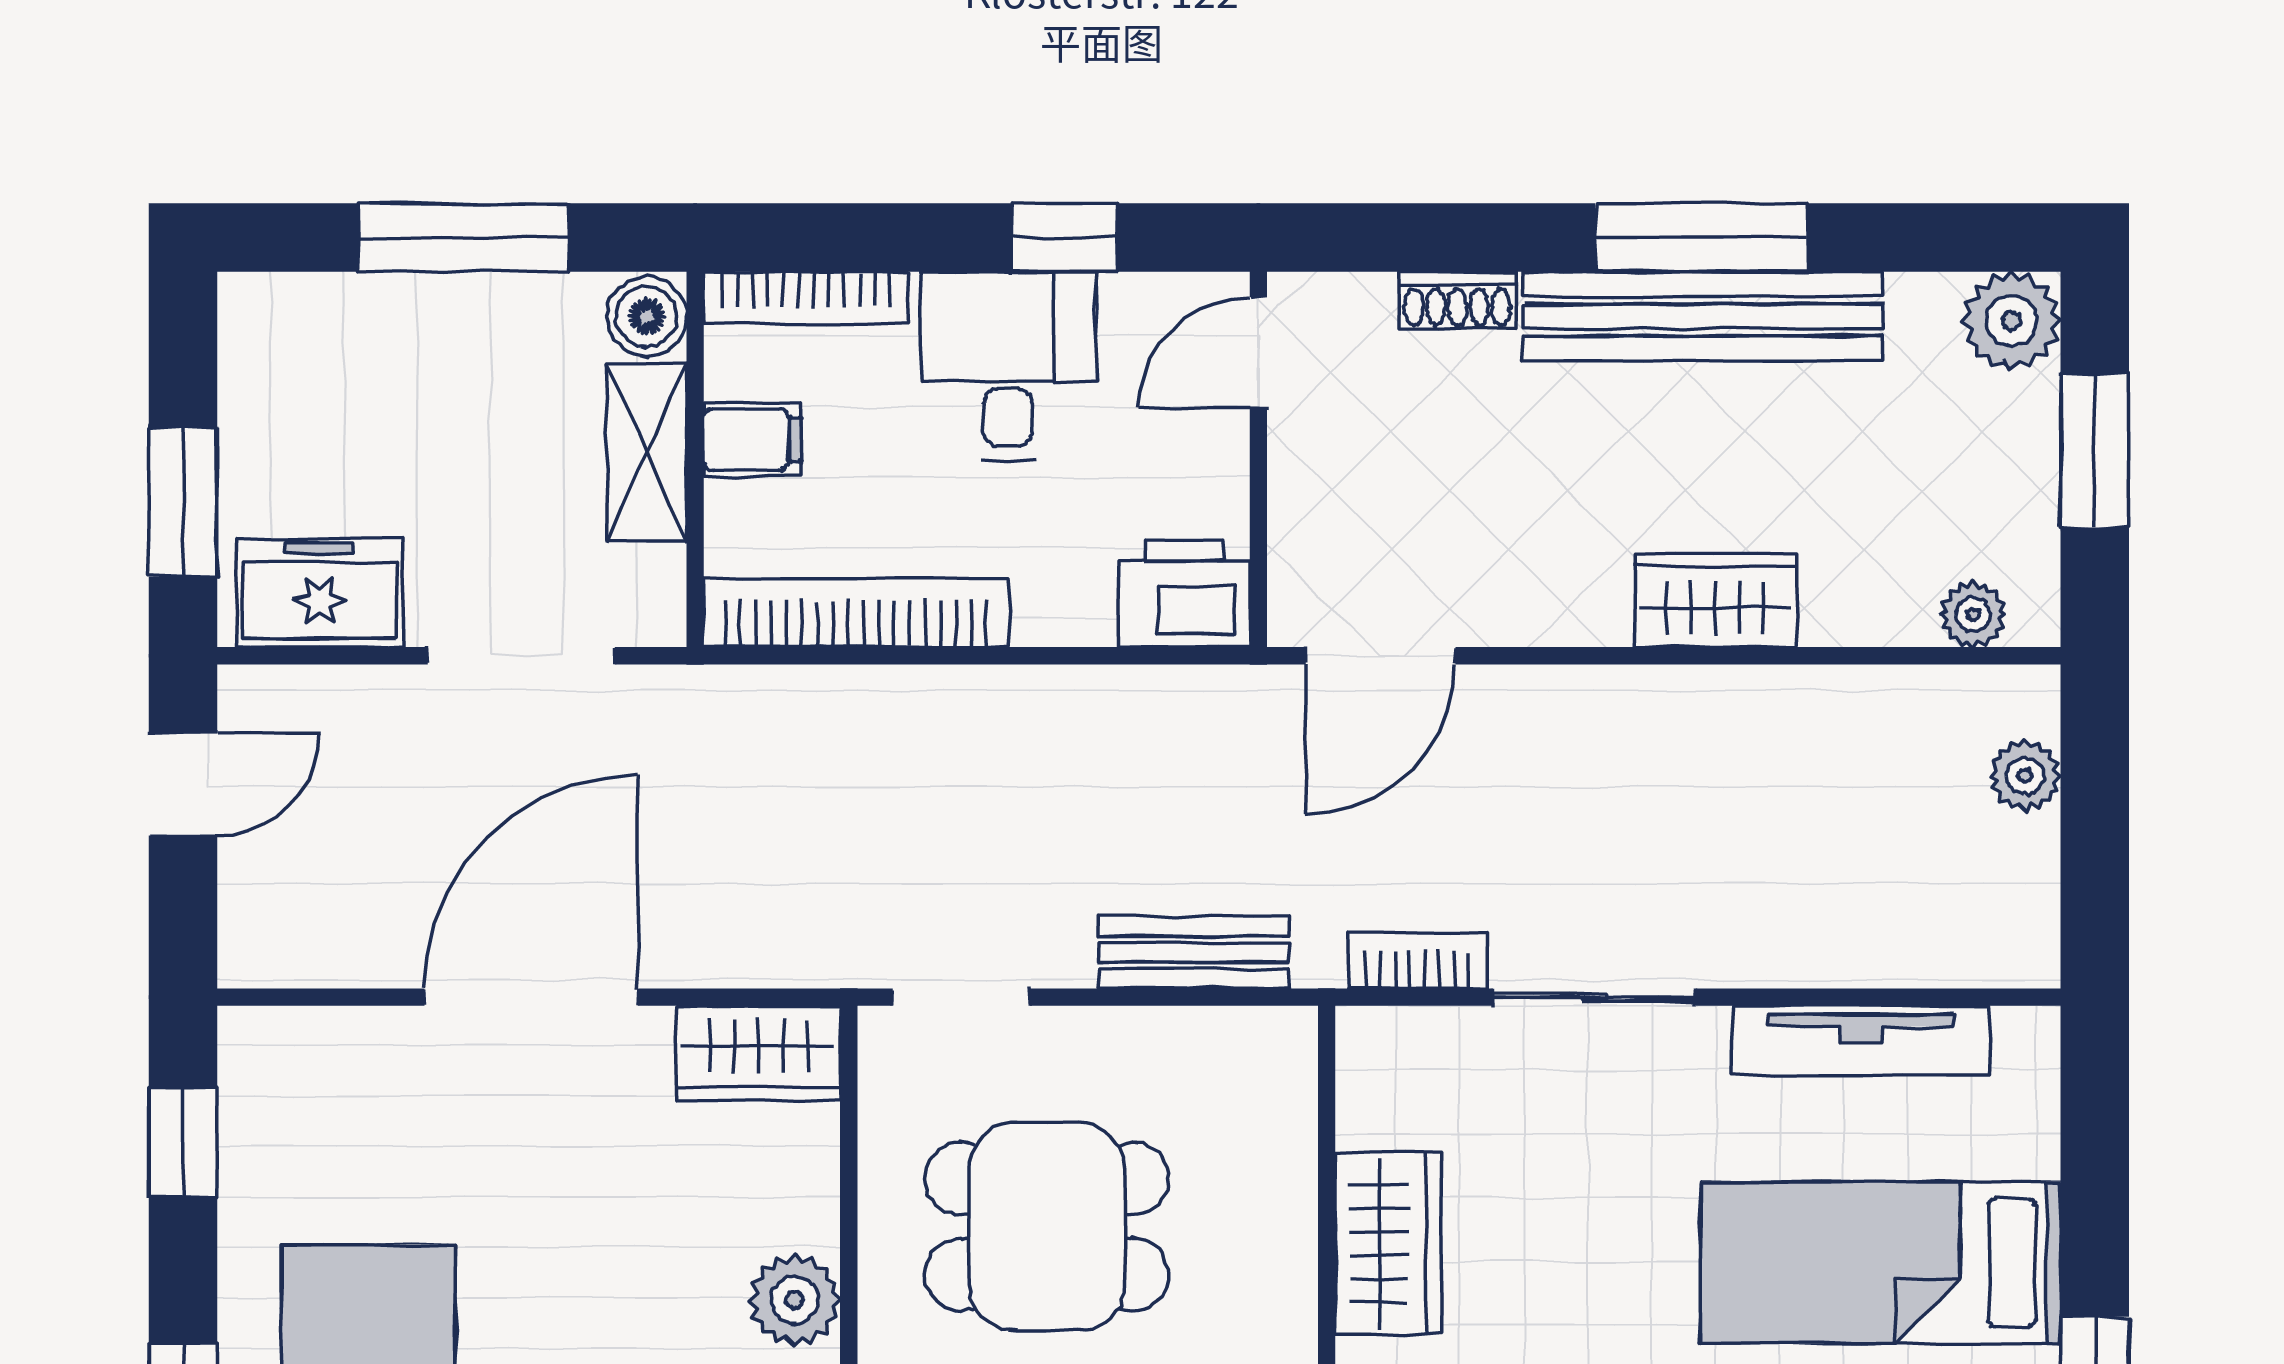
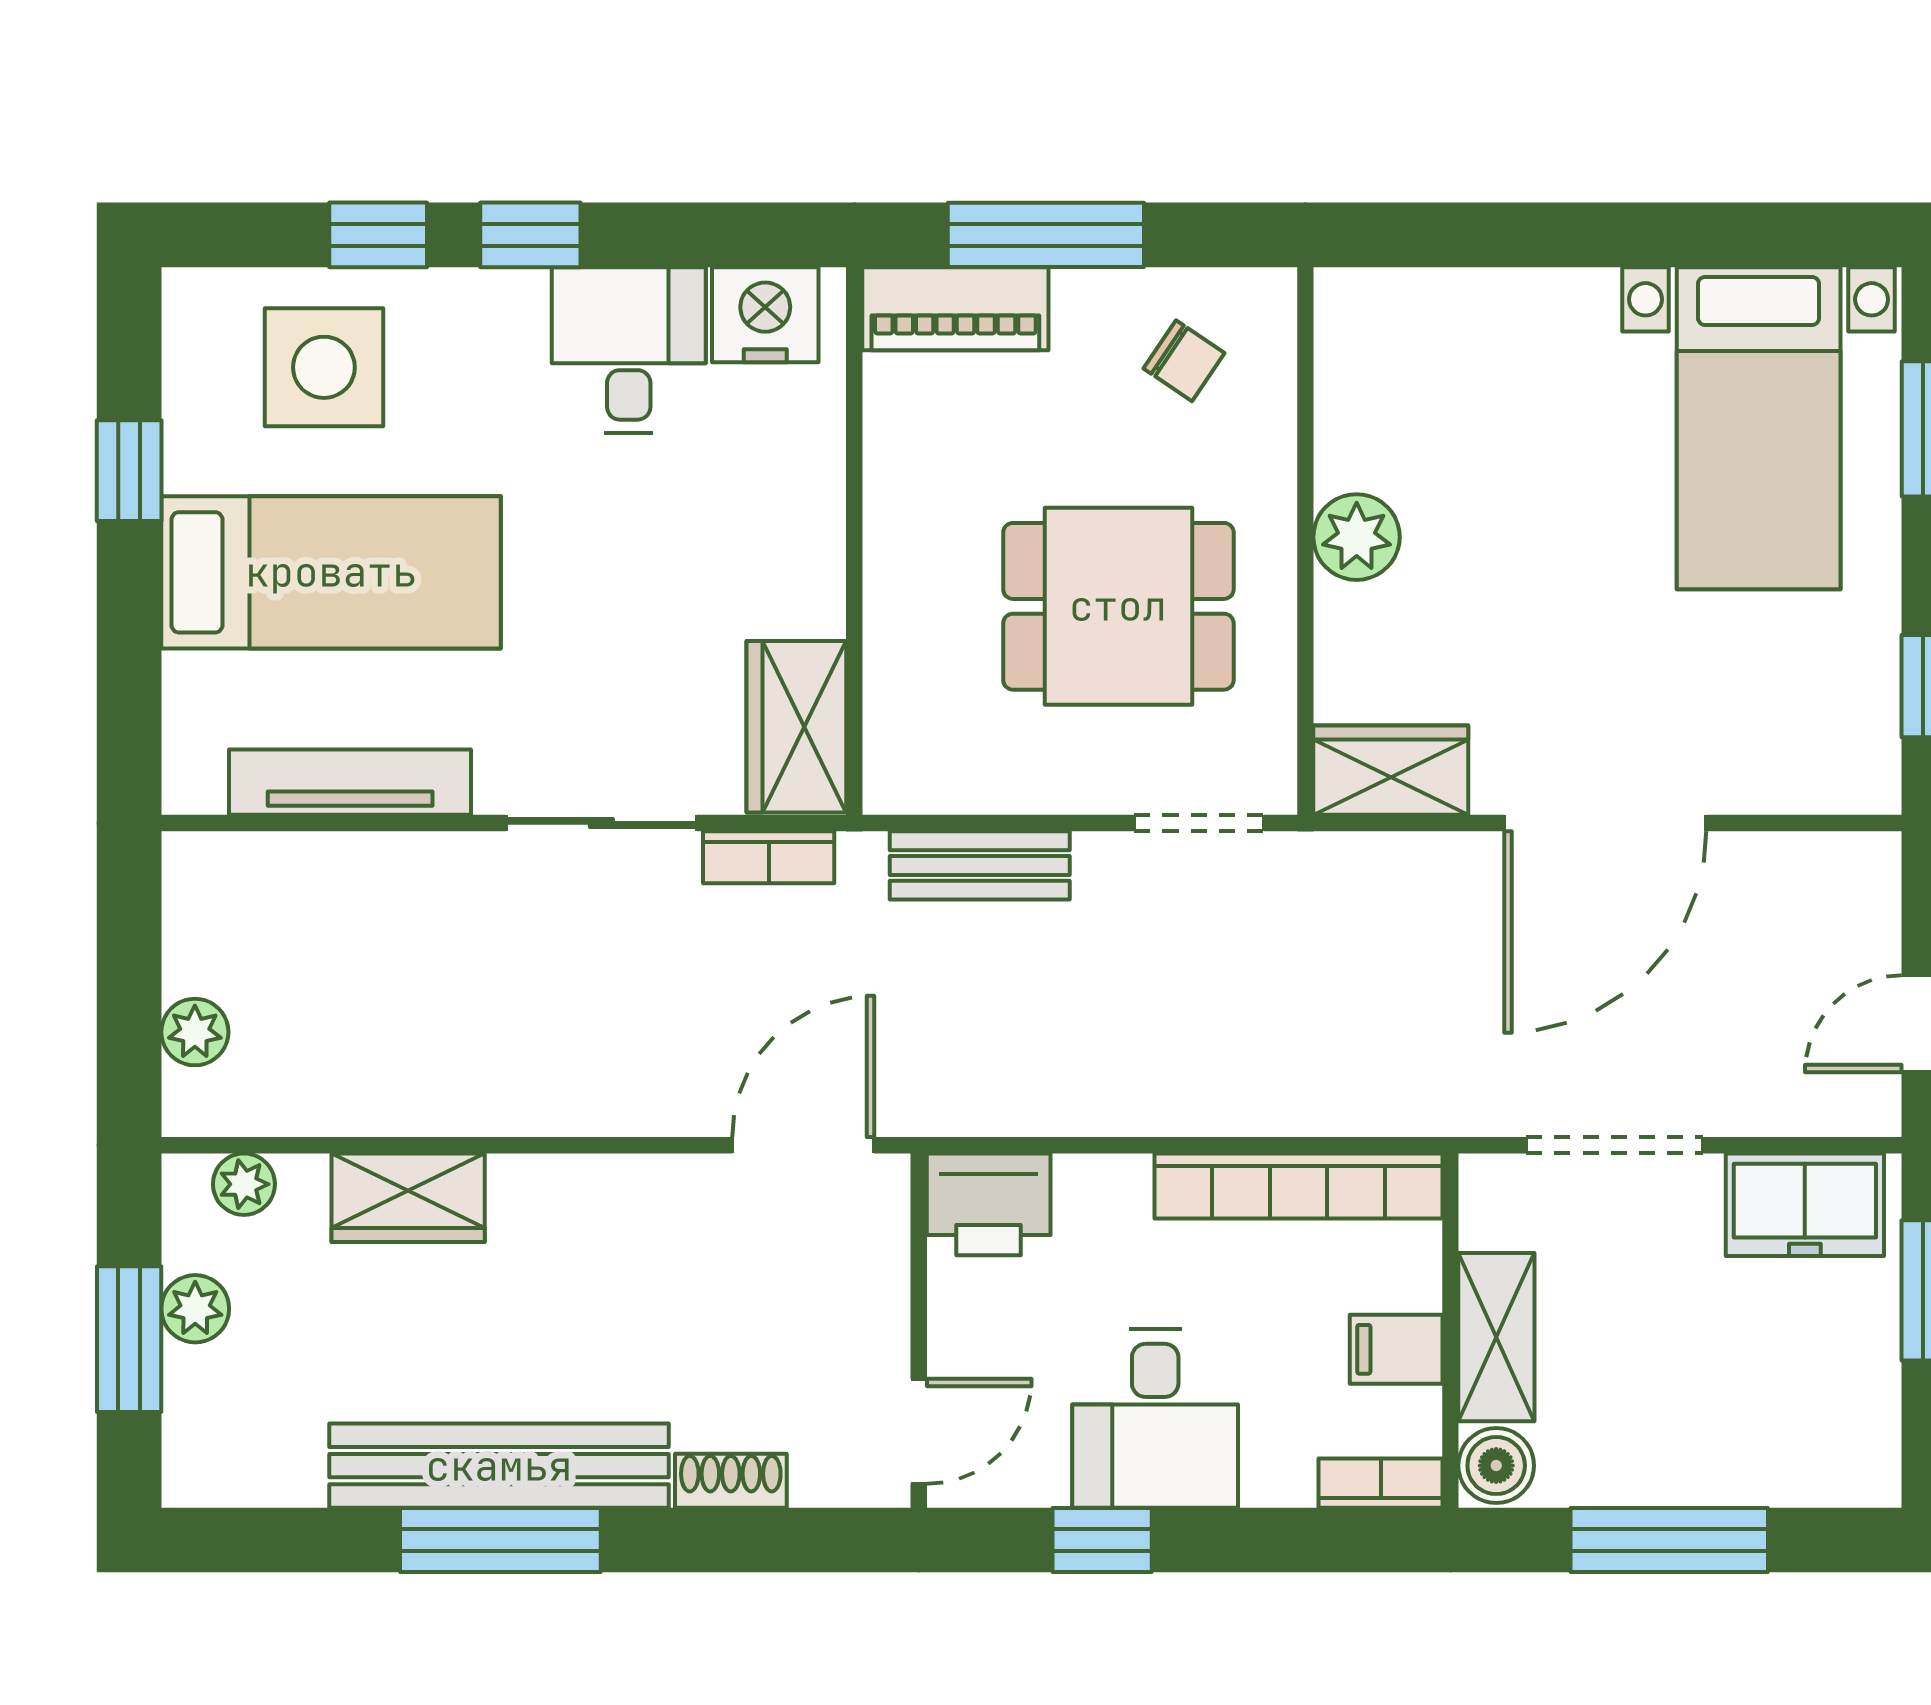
bookcase: (806, 298) -> (1381, 1483), width x0.64
plant: (2011, 321) -> (195, 1309), moved, width x0.73, depth x0.73
wardrobe: (1715, 600) -> (408, 1198), moved
wardrobe: (1388, 1244) -> (796, 727), moved

